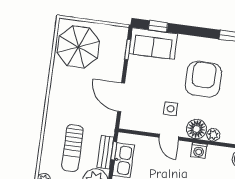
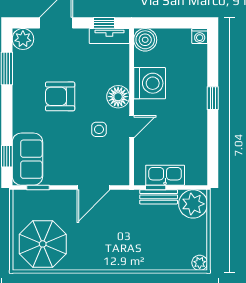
armchair: (203, 79) -> (60, 96), width x0.73, depth x0.73
plant: (213, 135) -> (122, 77), removed
sun lounger: (72, 148) -> (159, 235), removed
washing machine: (199, 150) -> (150, 83), width x1.89, depth x1.89

